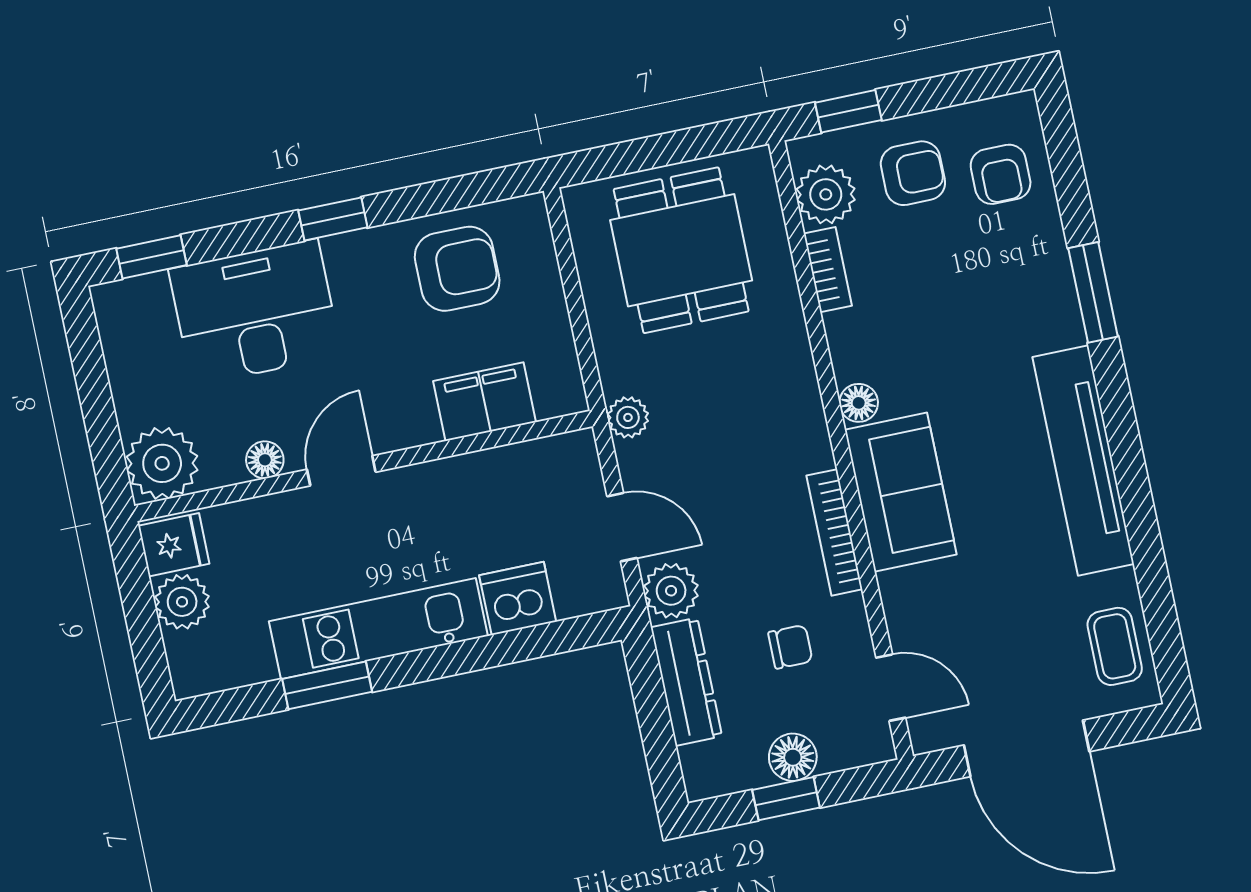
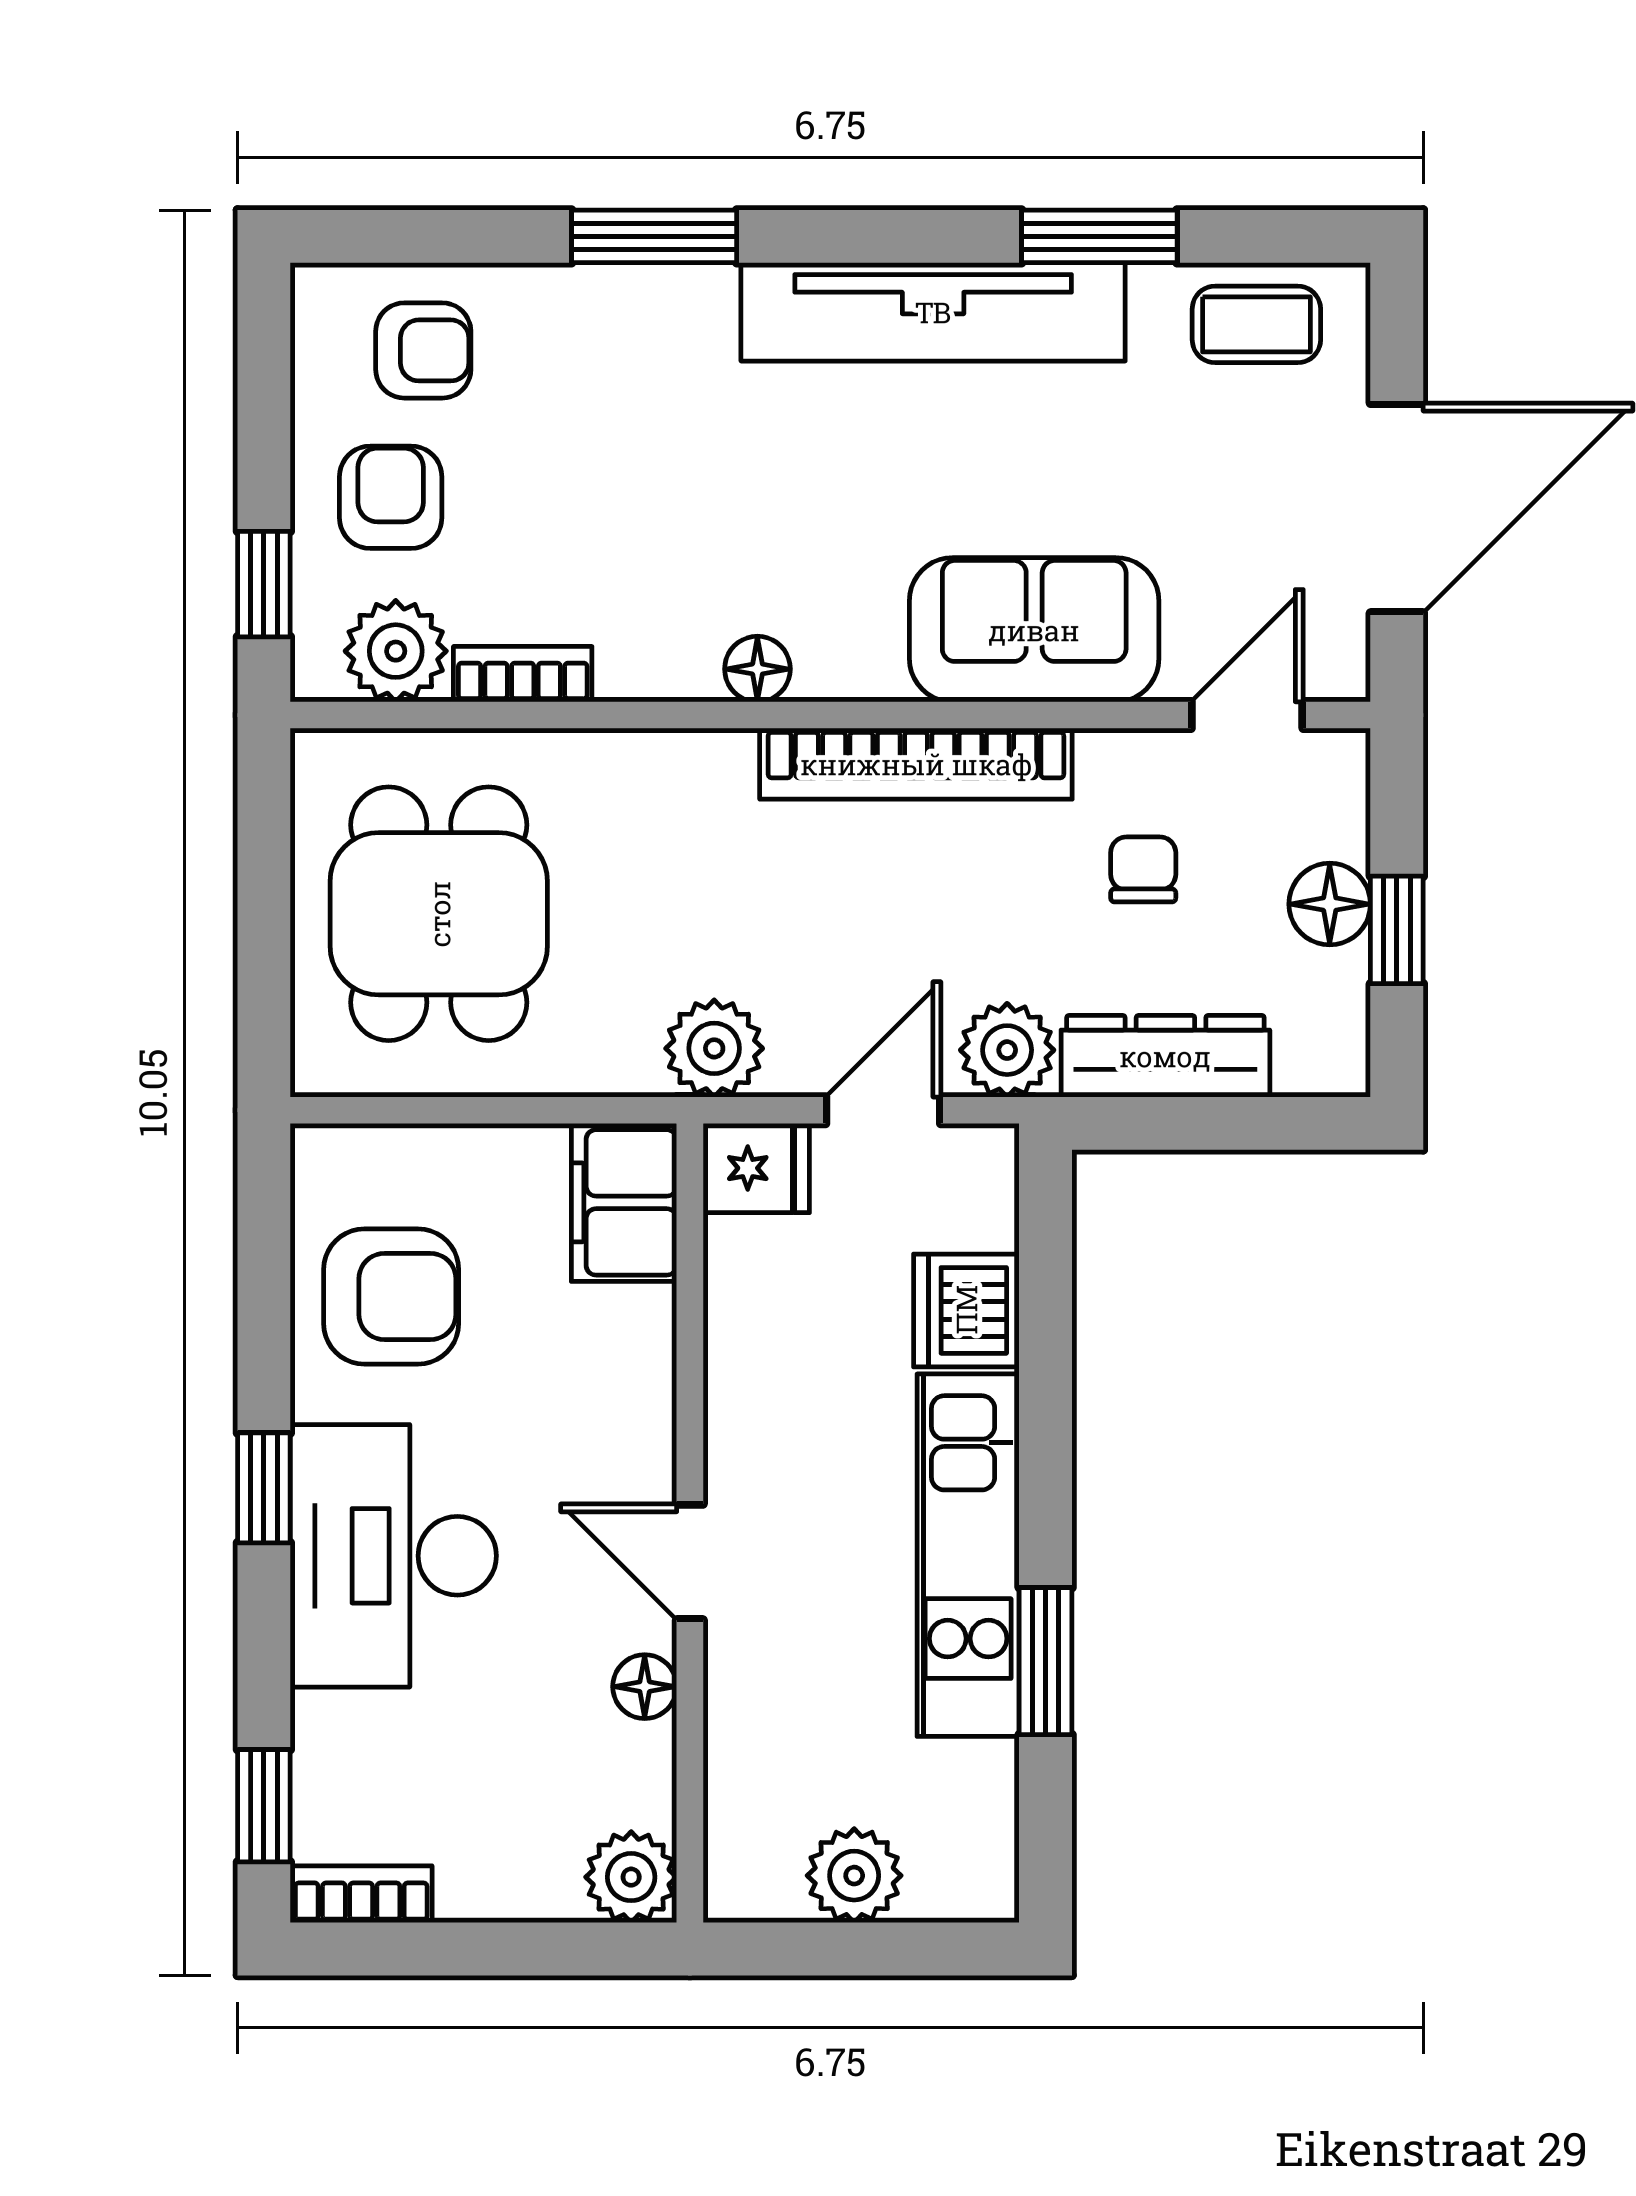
dining table: (681, 250) -> (439, 914), turned 90
armchair: (457, 269) -> (391, 1296), turned 90
desk: (255, 312) -> (393, 1556), moved
bookcase: (113, 323) -> (361, 1894), added
filing cabinet: (485, 402) -> (624, 1202), moved
plant: (628, 417) -> (714, 1048), width x1.38, depth x1.38
plant: (162, 463) -> (631, 1877), width x0.73, depth x0.73
sofa: (901, 492) -> (1034, 630), moved
bookcase: (834, 532) -> (916, 764), width x1.48, depth x1.31
fridge: (174, 545) -> (756, 1168), moved, turned 90
window: (1146, 546) -> (1099, 236), added

